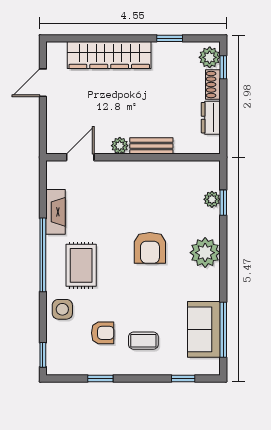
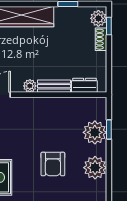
dresser: (211, 118) -> (84, 85), moved, turned 90
plant: (212, 199) -> (95, 132), width x1.87, depth x1.87

